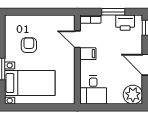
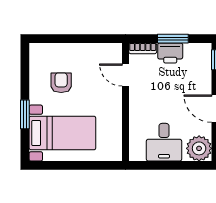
printer: (125, 23) -> (170, 53), moved
filing cabinet: (88, 54) -> (139, 94), removed
desk: (93, 90) -> (164, 142), moved

